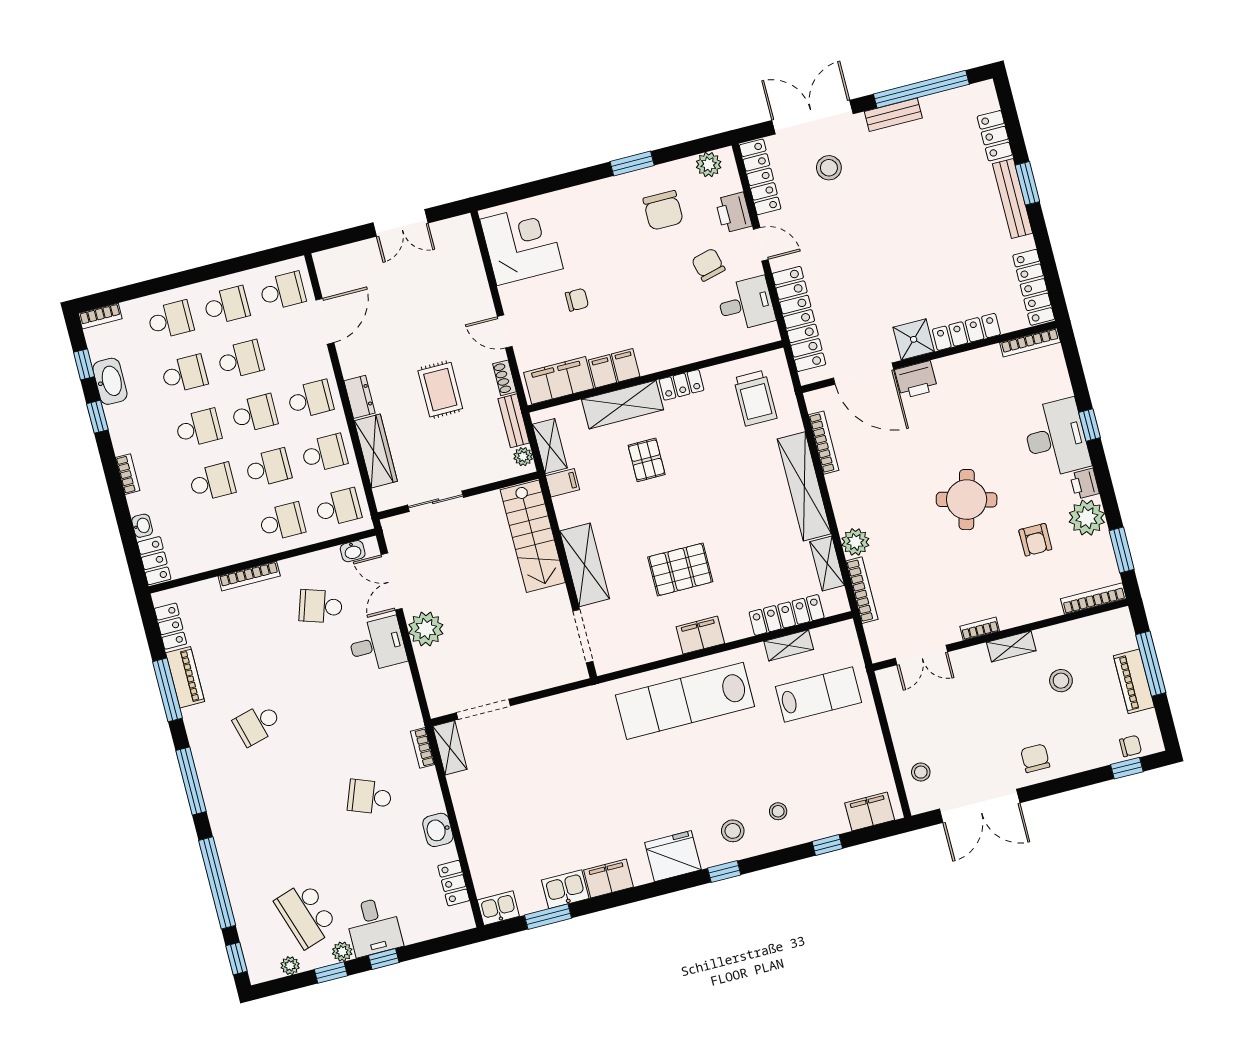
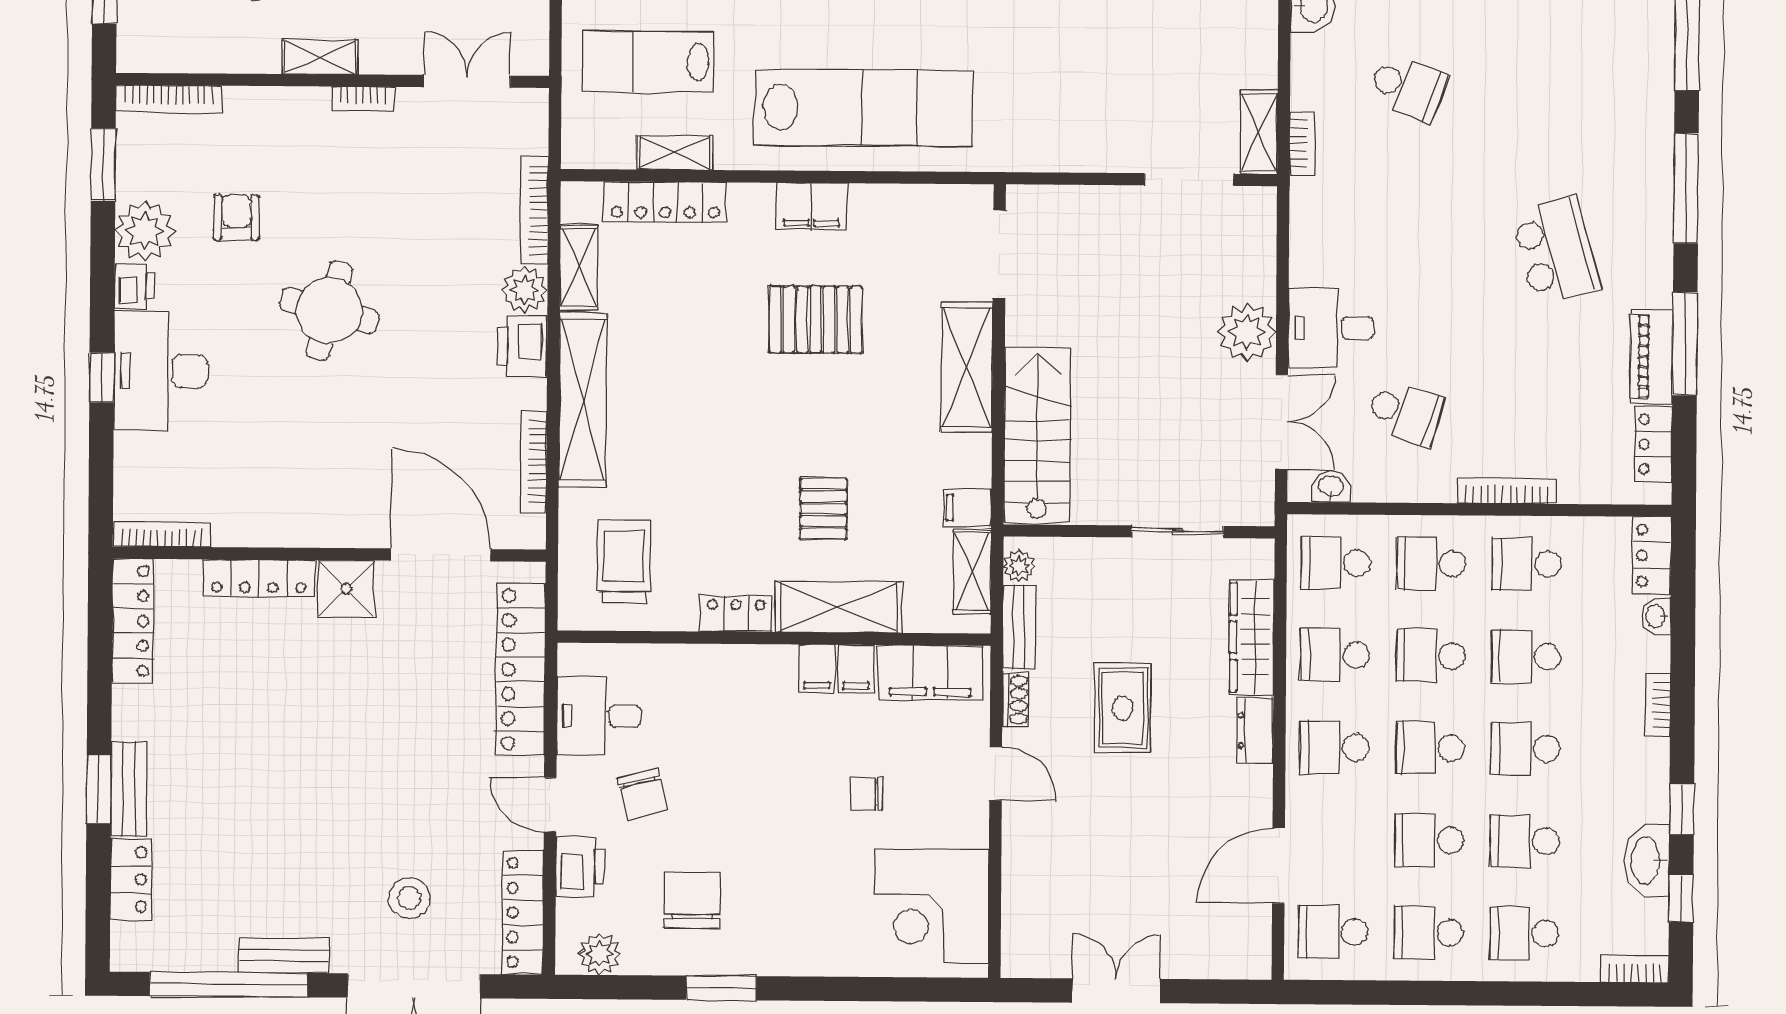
bench: (1013, 198) -> (129, 789), width x0.73
printer: (916, 380) -> (522, 346), moved, turned -90
school desk: (226, 536) -> (1527, 564), added
school desk: (257, 724) -> (1556, 251), width x1.85

